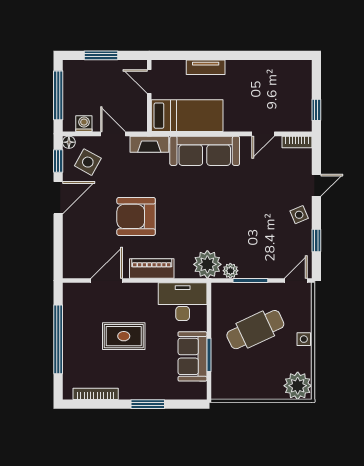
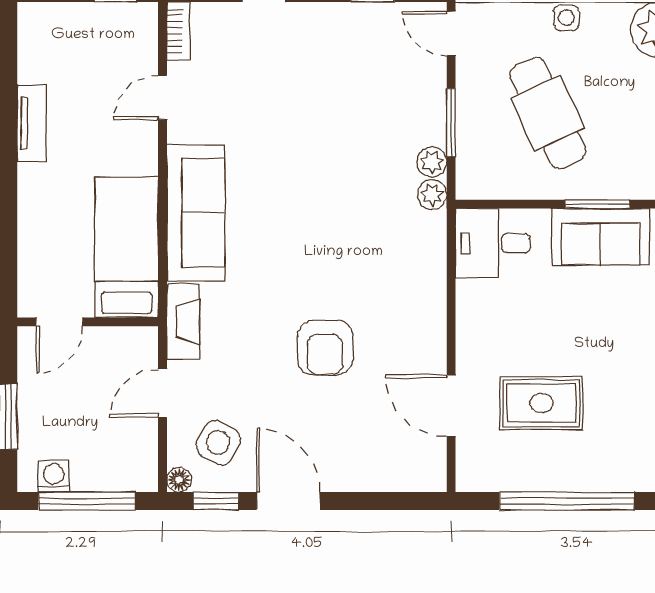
tv unit: (206, 67) -> (32, 123), moved
washing machine: (84, 124) -> (53, 476), moved, turned 90
door: (263, 134) -> (162, 98), swing flipped
side table: (299, 215) -> (322, 27), removed
armchair: (136, 216) -> (325, 348), width x0.73, depth x0.73
plant: (207, 264) -> (432, 195), width x0.53, depth x0.53
piano: (152, 268) -> (427, 317), removed
desk: (183, 302) -> (493, 243), width x0.73
rug: (124, 336) -> (541, 403), moved, turned 90

